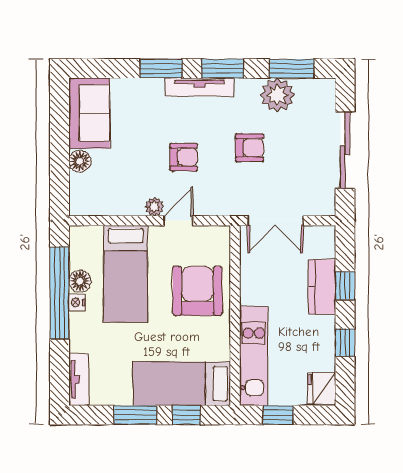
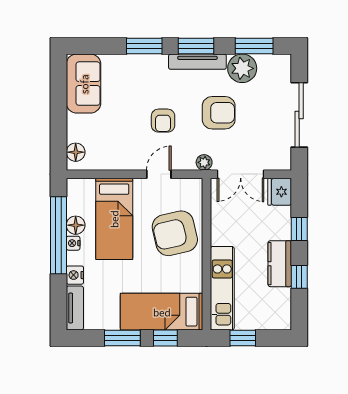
tv unit: (200, 87) -> (197, 62), moved
armchair: (249, 148) -> (219, 113), width x1.38, depth x1.38
armchair: (184, 157) -> (163, 121), turned 90
floor lamp: (80, 161) -> (76, 152), moved
plant: (154, 207) -> (204, 162), moved
kitchen counter: (322, 287) -> (280, 264), moved
armchair: (198, 291) -> (175, 233), turned -103
nightstand: (79, 340) -> (75, 275), added
fridge: (322, 388) -> (280, 192), moved

